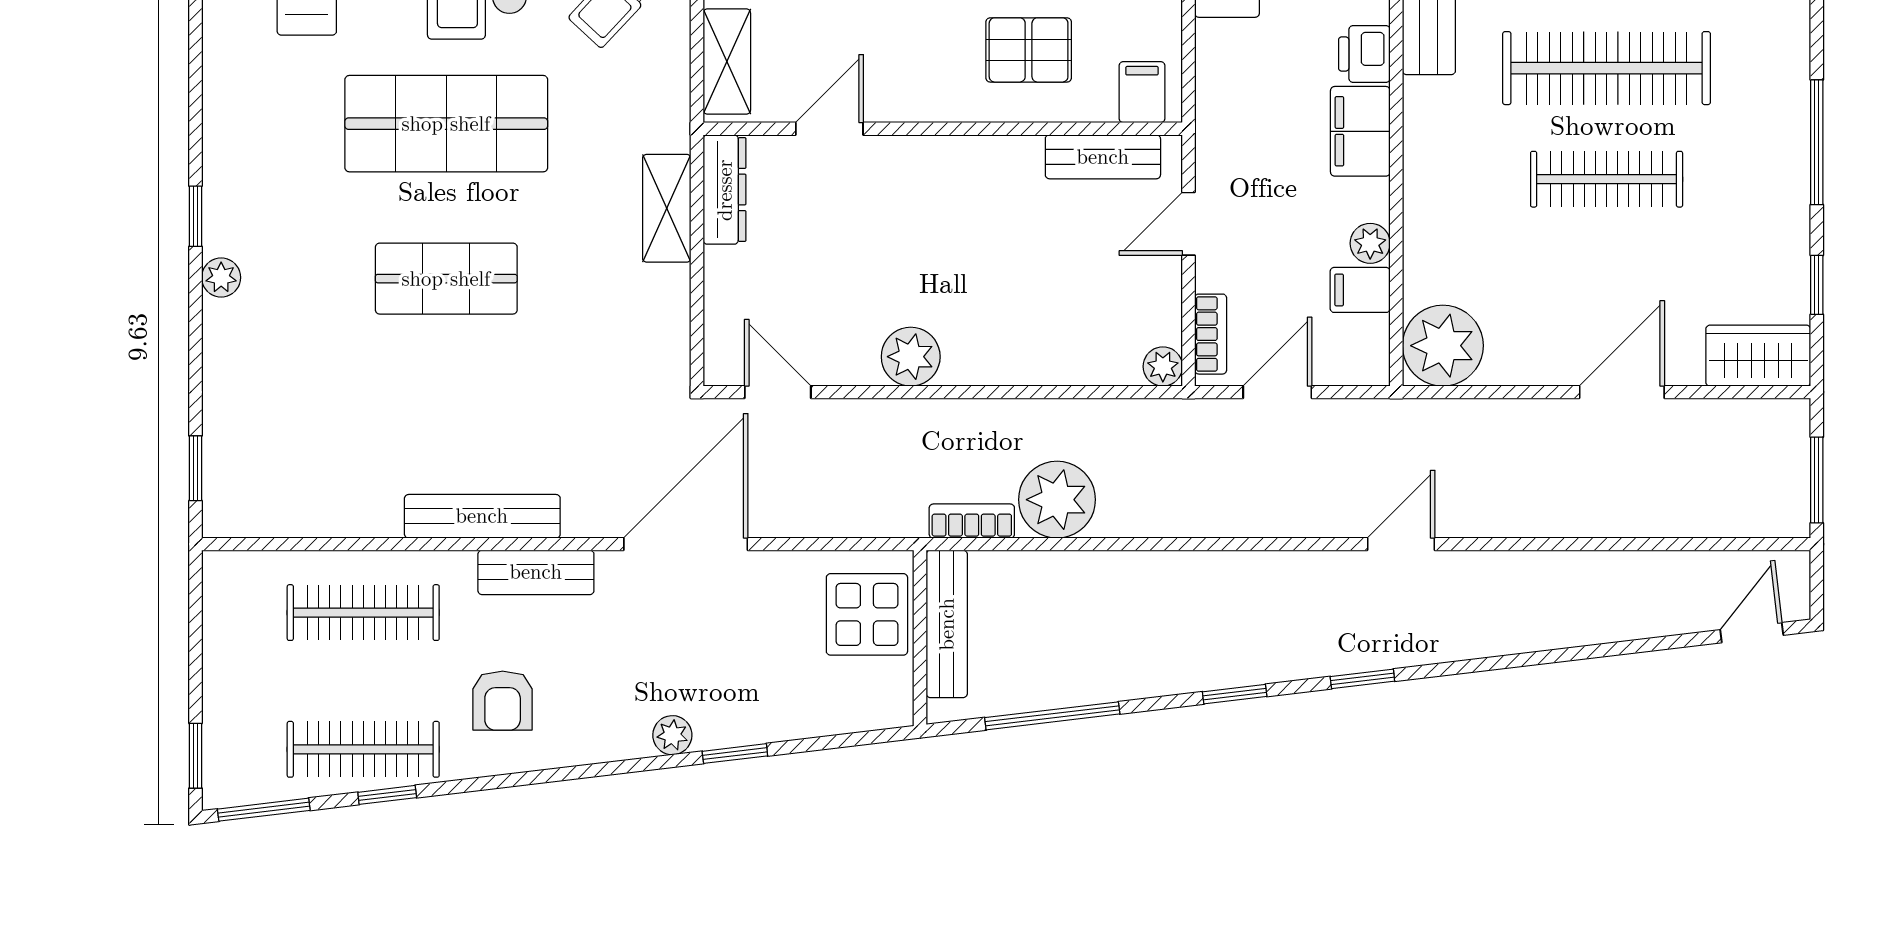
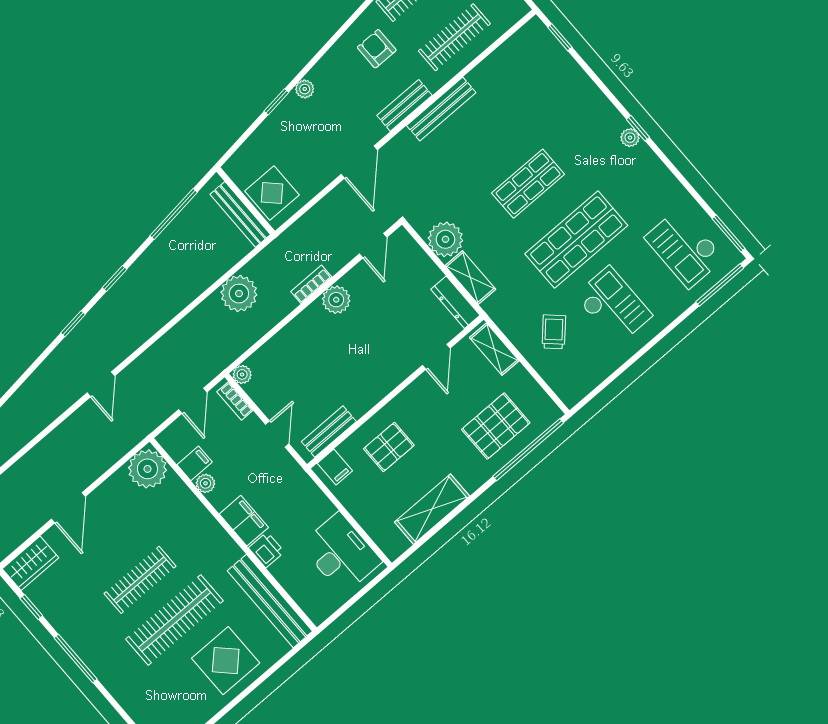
plant: (221, 277) -> (630, 138), moved
plant: (654, 303) -> (445, 239), added
door: (778, 392) -> (373, 246), hinge flipped
bookcase: (972, 521) -> (311, 284), moved, turned 180
door: (686, 544) -> (359, 162), width x0.73

